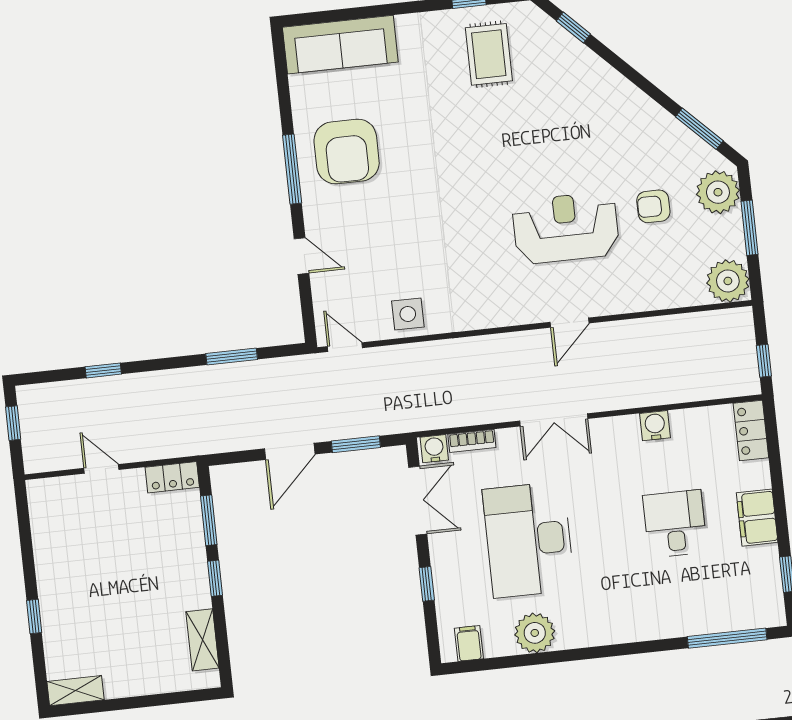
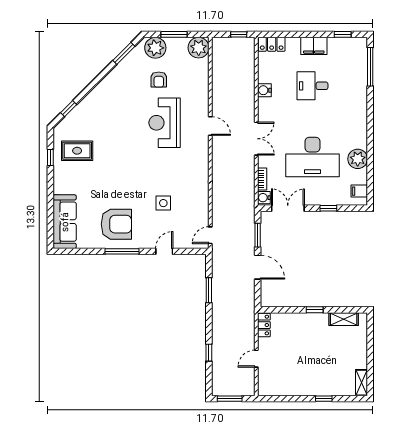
side table: (408, 314) -> (163, 203), moved
window: (13, 423) -> (230, 399), width x1.50
window: (209, 520) -> (286, 310), removed

